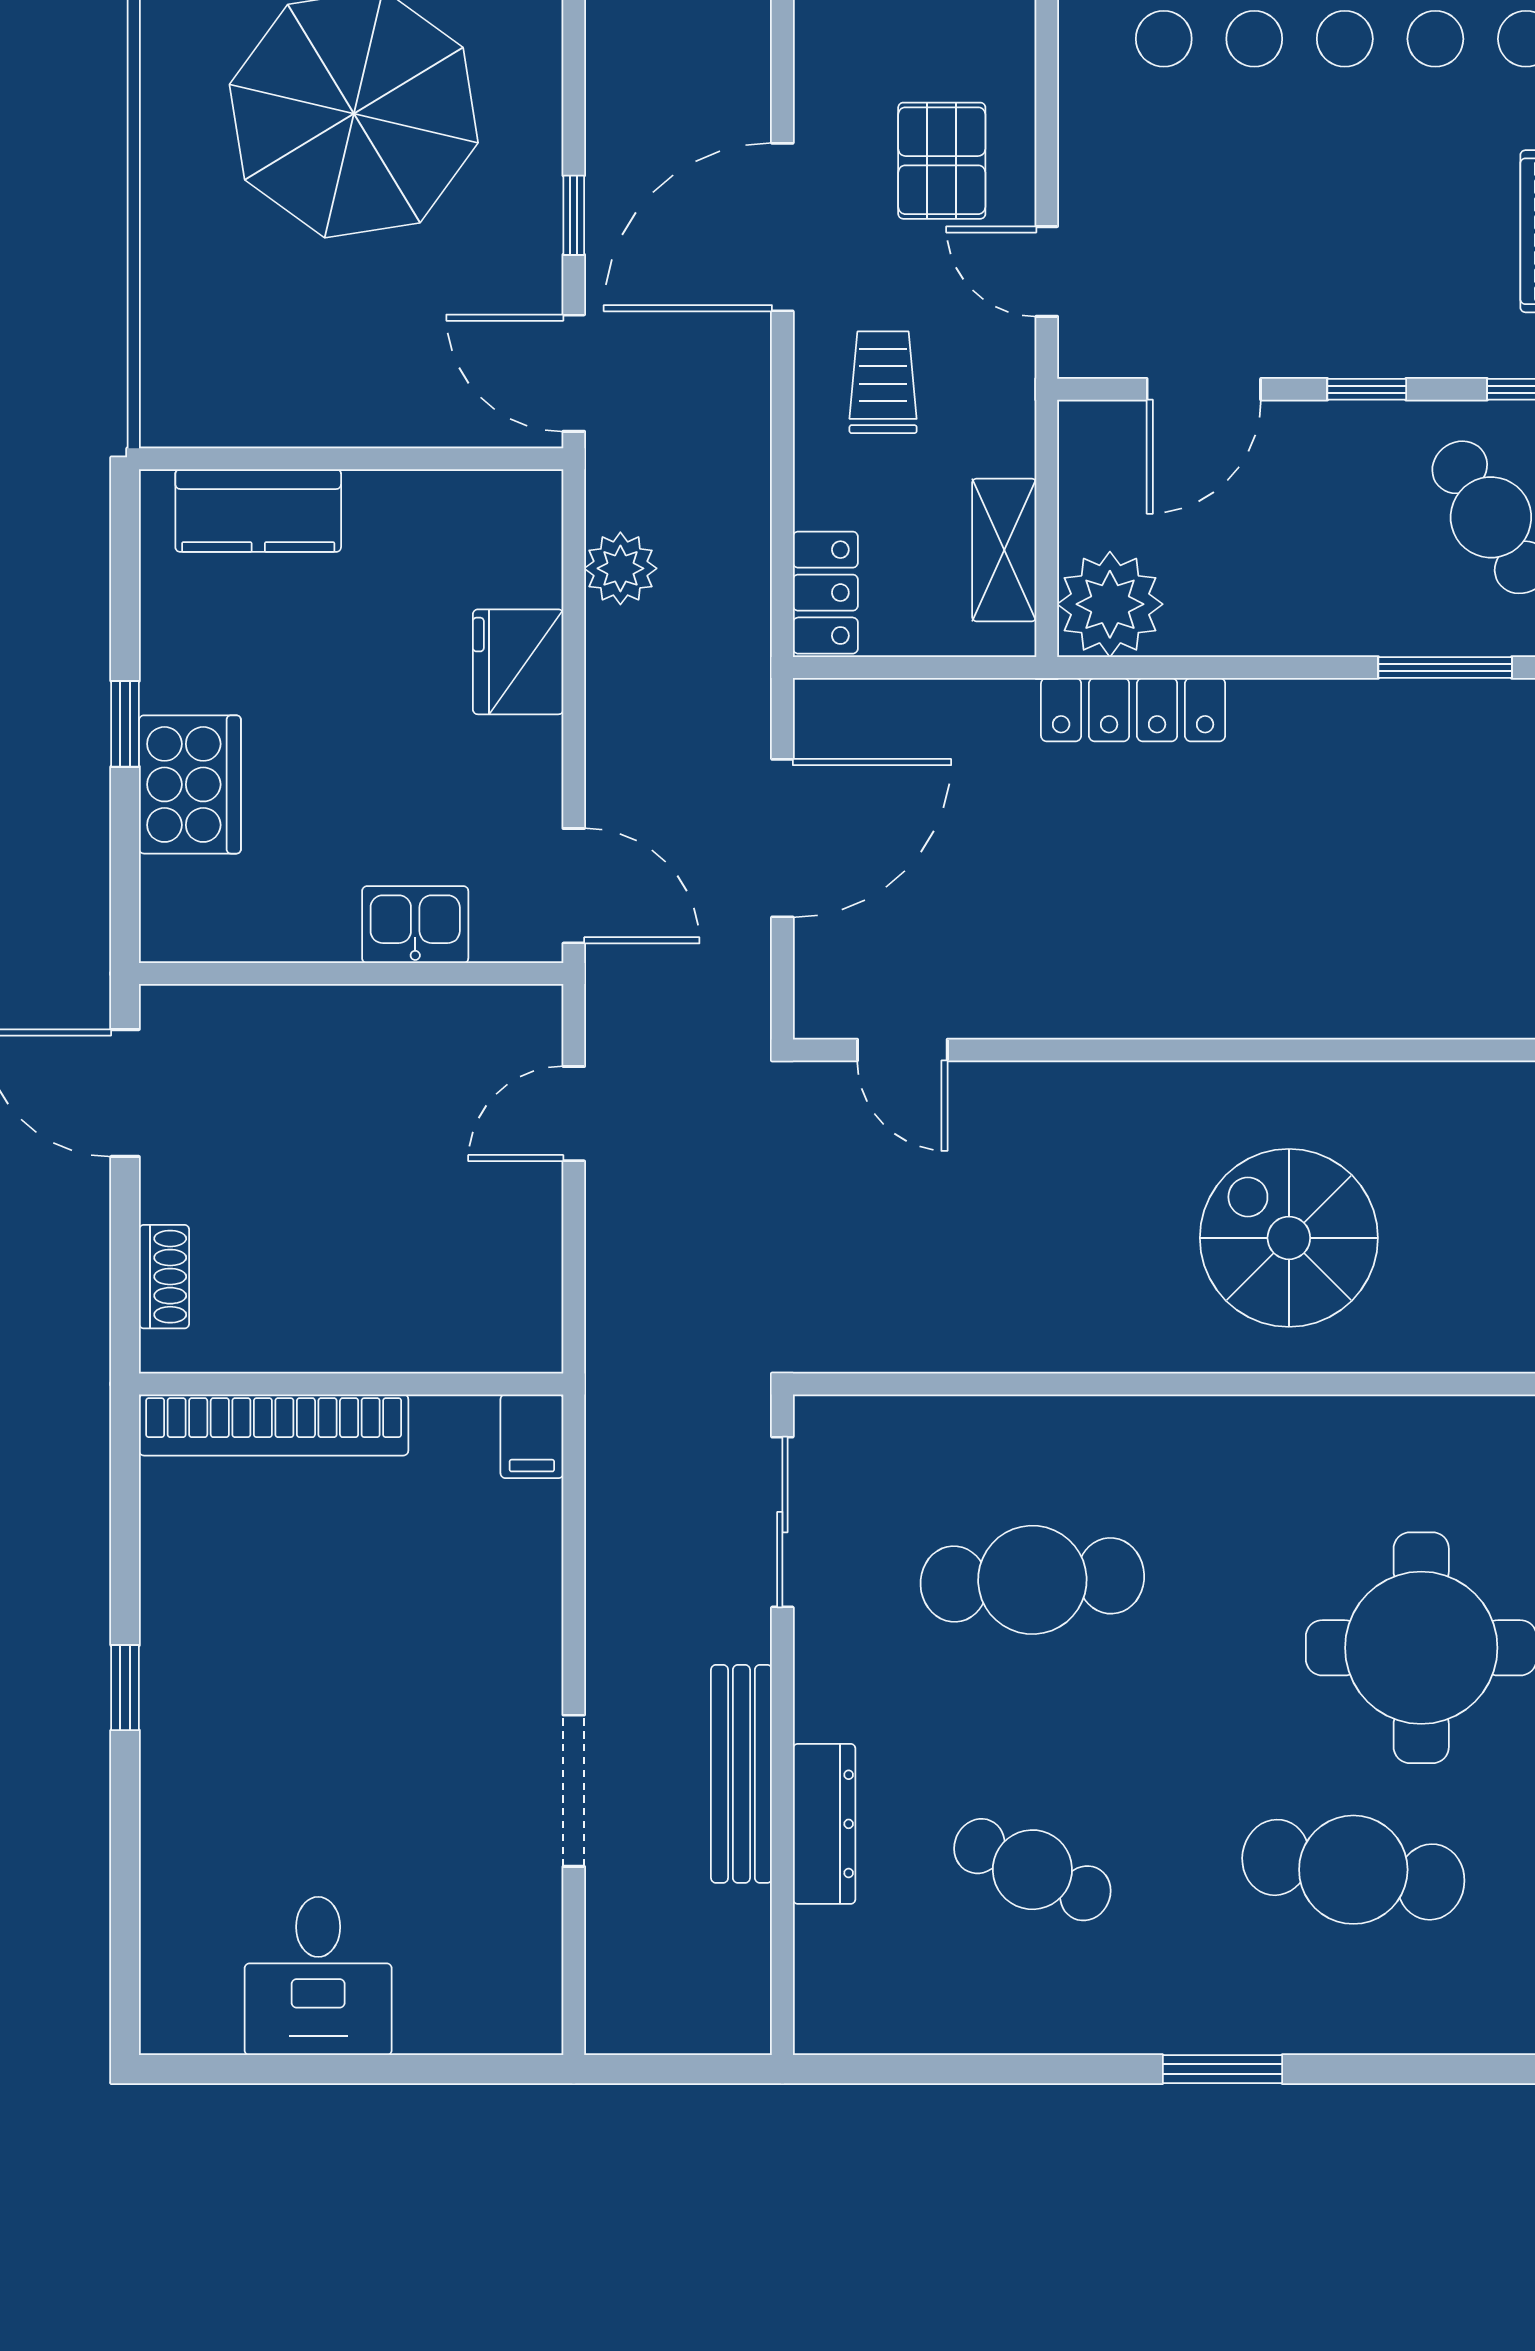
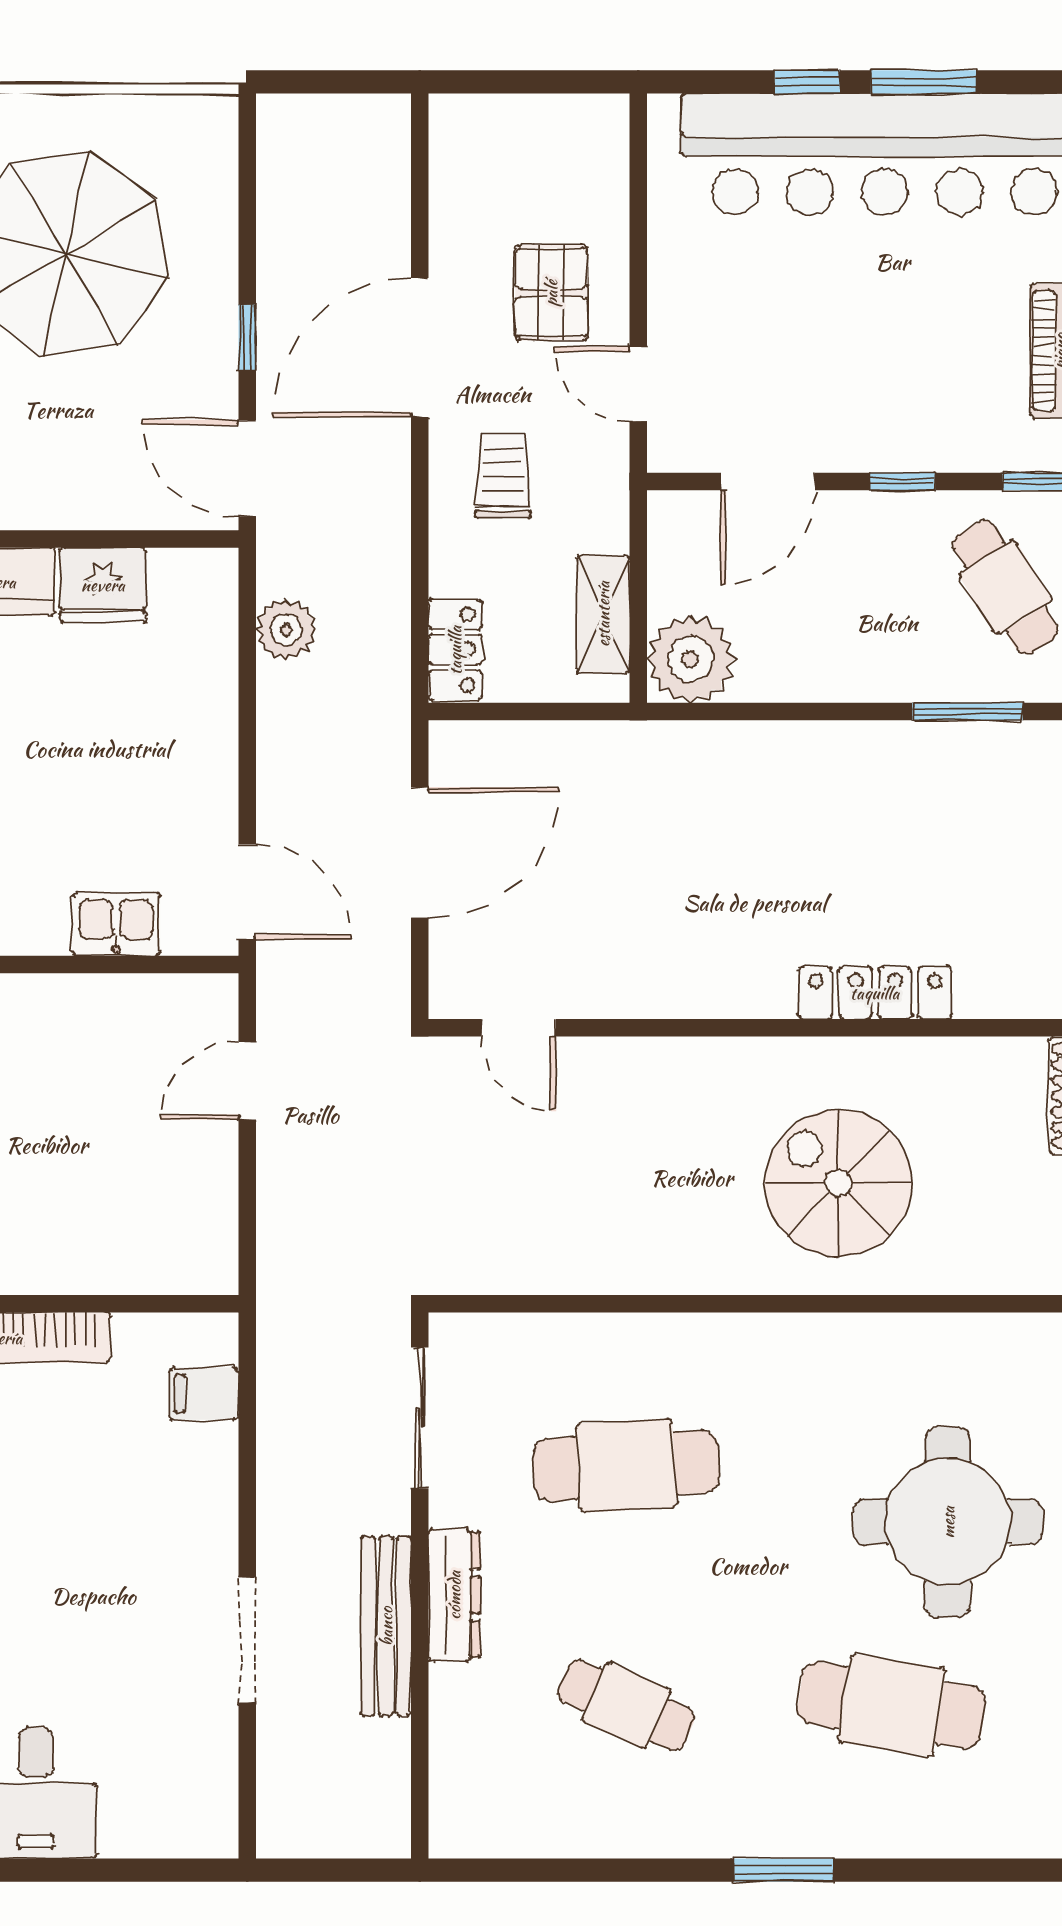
fridge: (518, 662) -> (103, 585), moved, turned -90
locker: (1133, 710) -> (875, 993), moved, turned 180
filing cabinet: (532, 1436) -> (204, 1394), moved, turned 90
dresser: (824, 1824) -> (454, 1595), moved

